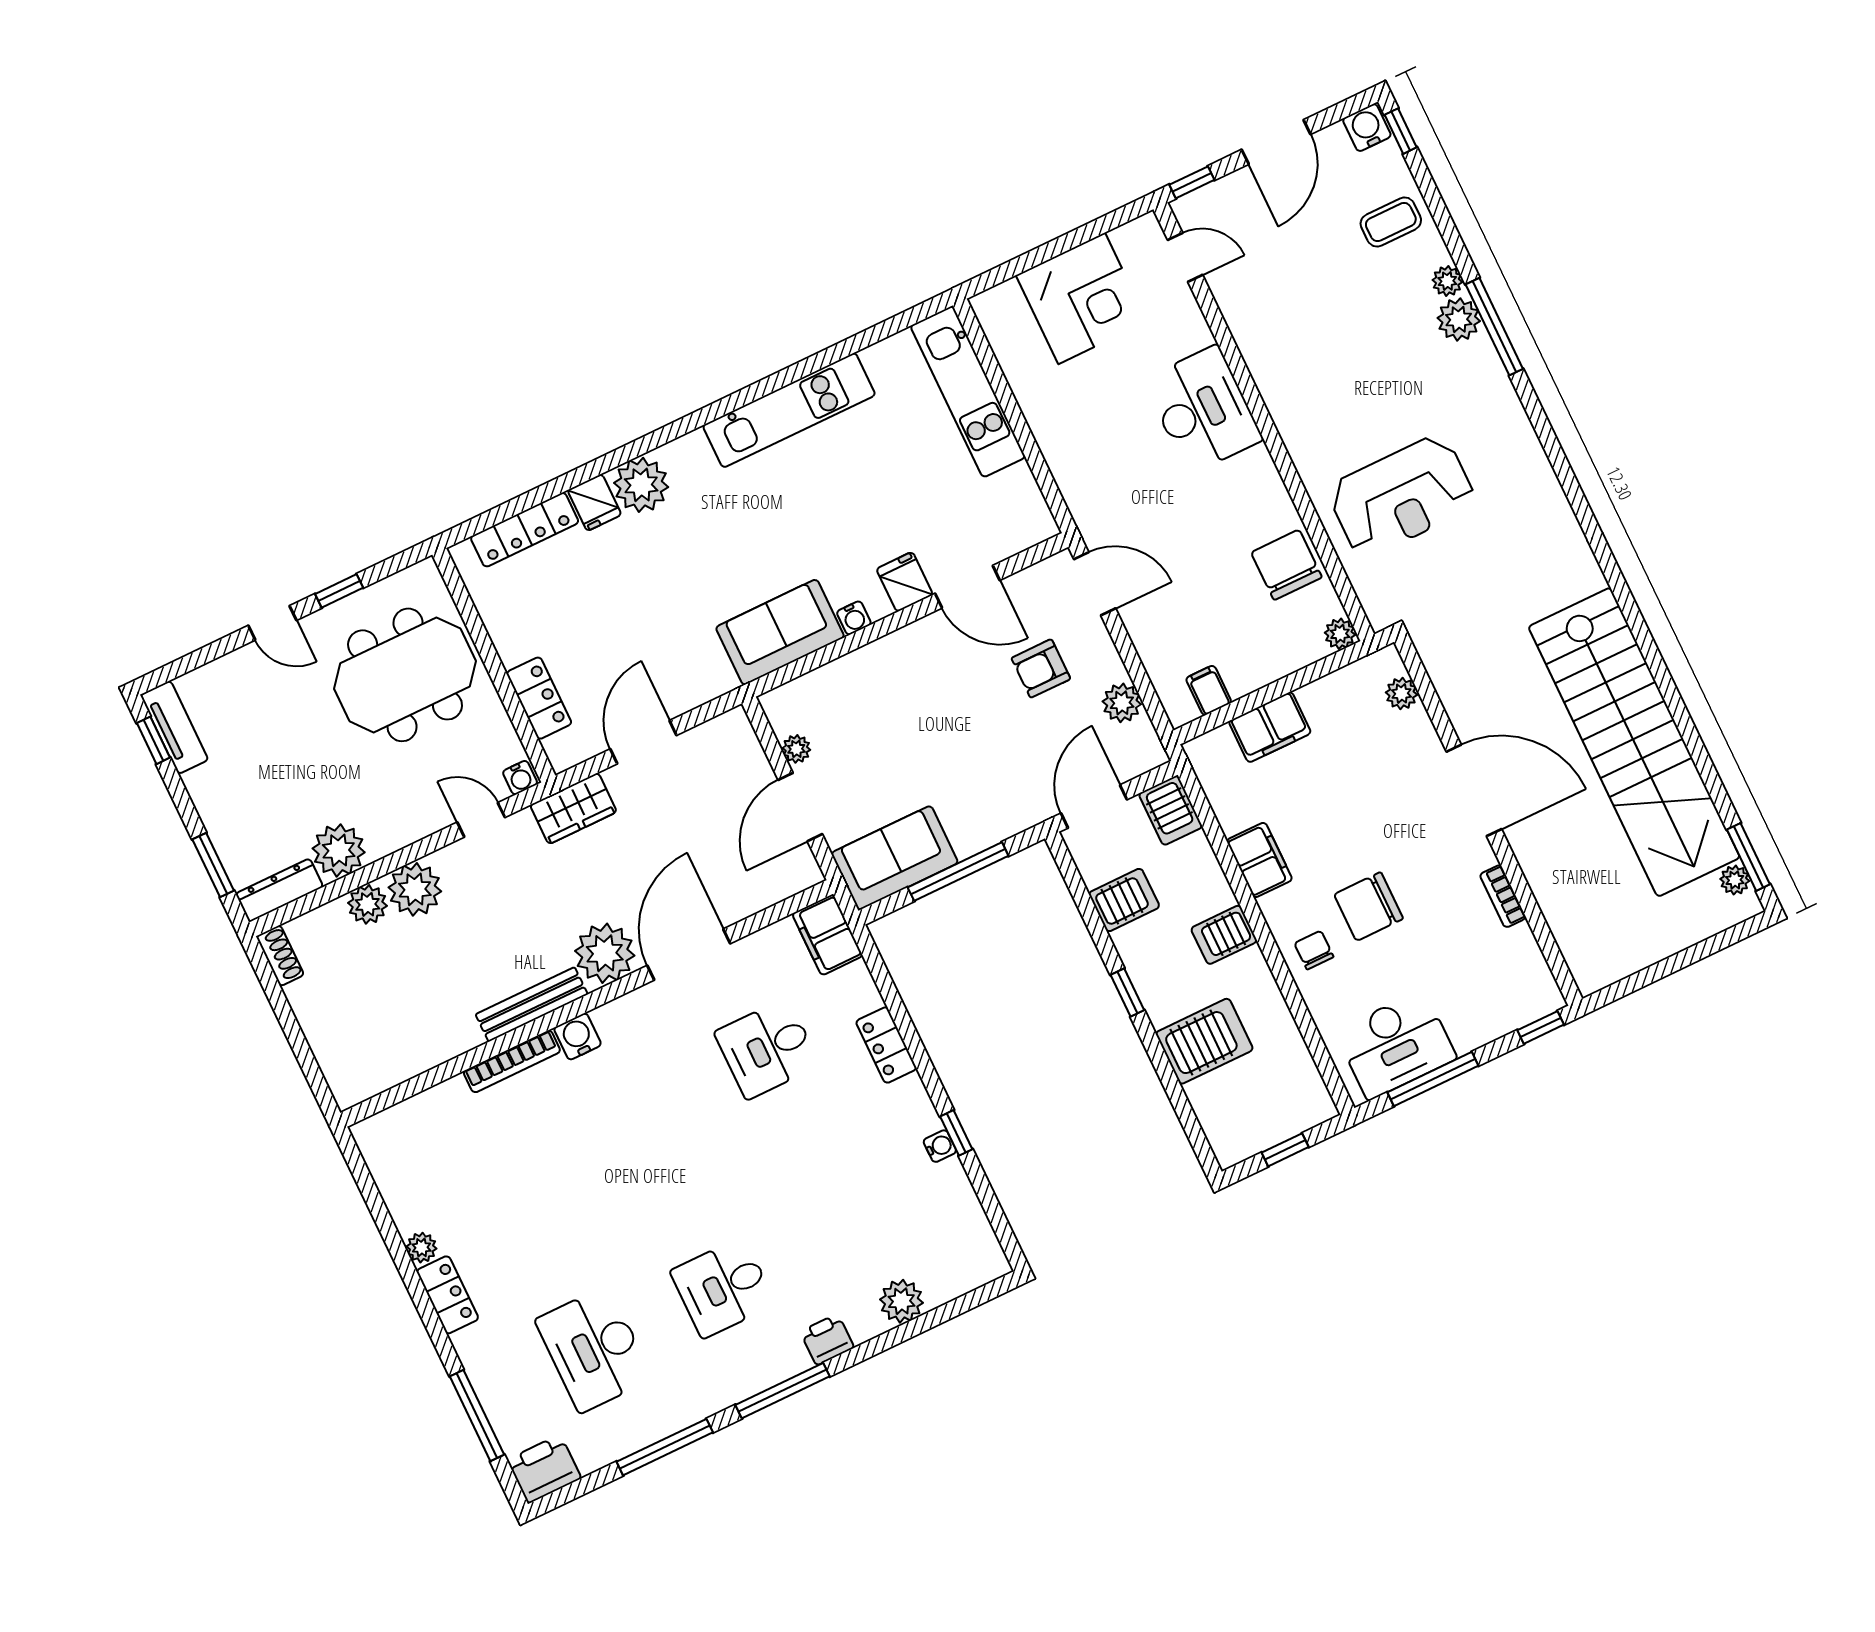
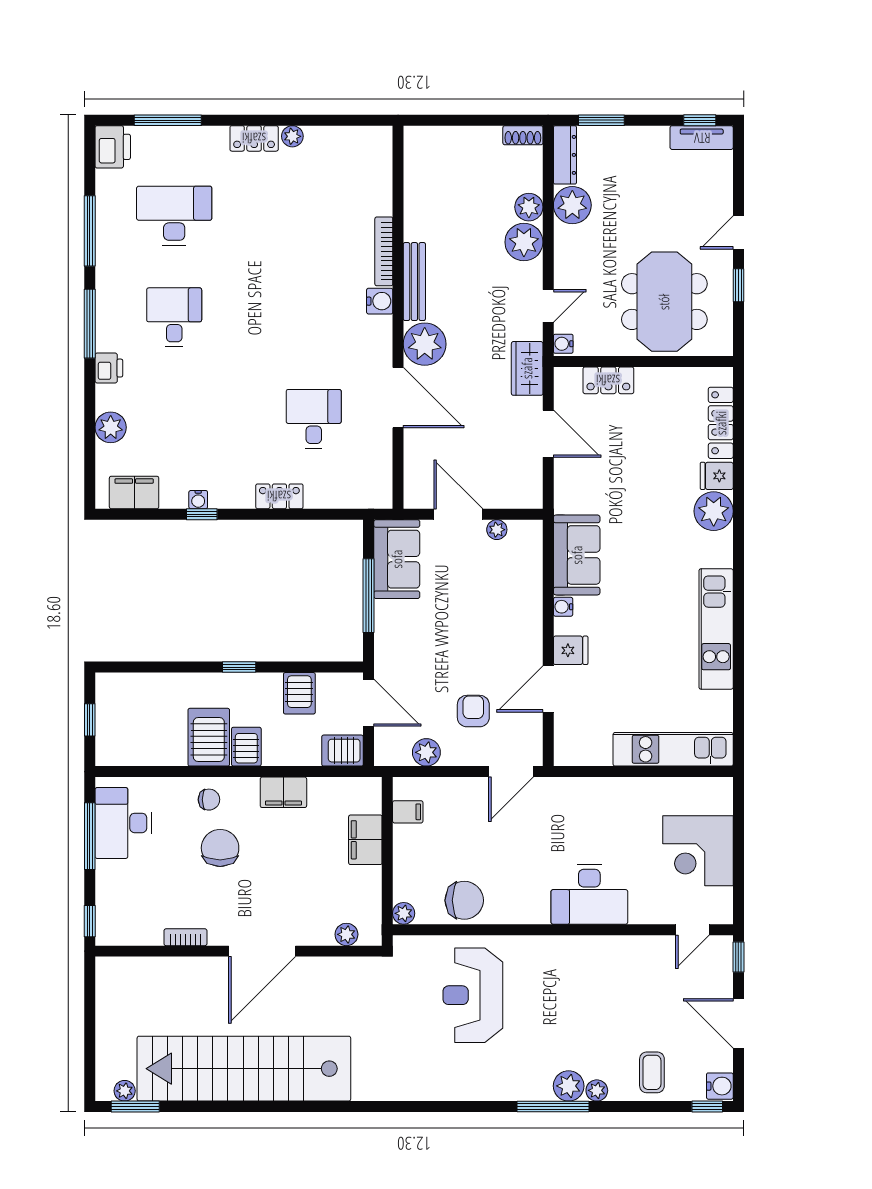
filing cabinet: (827, 935) -> (134, 492), moved
server rack: (1204, 1041) -> (209, 737), moved, turned 180

